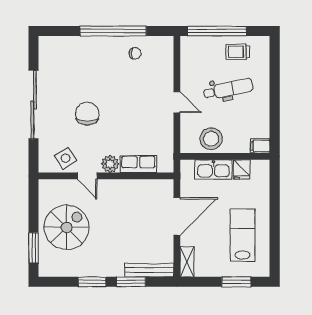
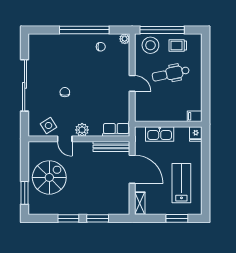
plant: (167, 43) -> (125, 39), added
dental chair: (228, 89) -> (171, 74), turned 180
chair: (87, 114) -> (65, 92), width x0.54, depth x0.54
stool: (211, 139) -> (150, 45), moved
row of seats: (138, 164) -> (116, 130), moved
fridge: (242, 169) -> (196, 134), moved
door: (177, 216) -> (132, 169), hinge flipped
bench: (149, 270) -> (111, 146), moved

